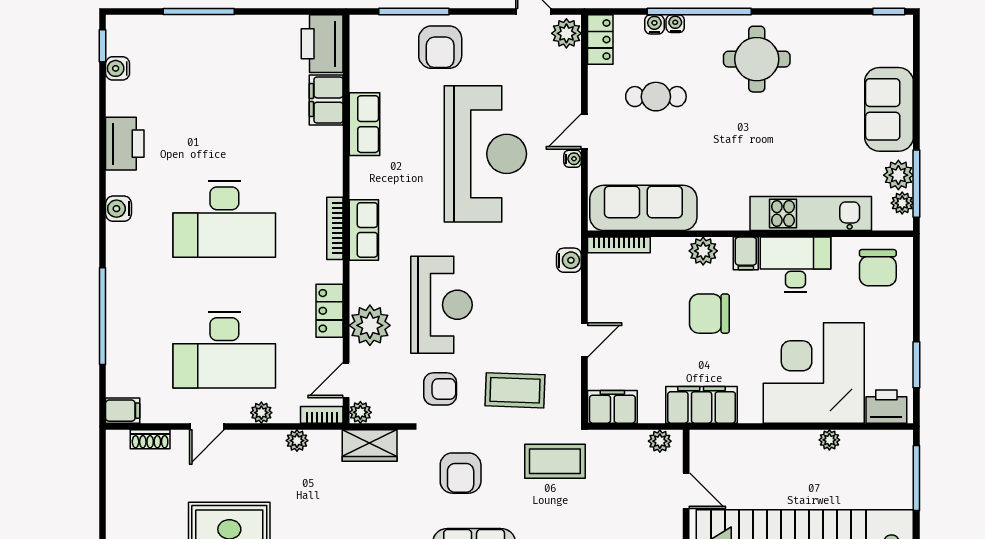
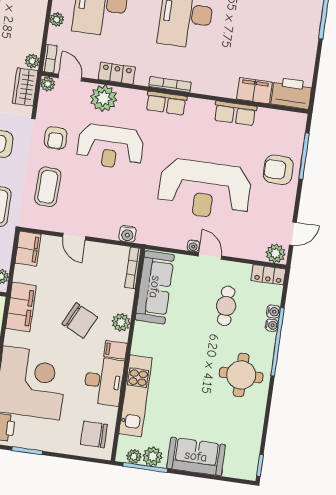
chair: (709, 314) -> (80, 320), turned 116
plant: (297, 441) -> (32, 61), moved

